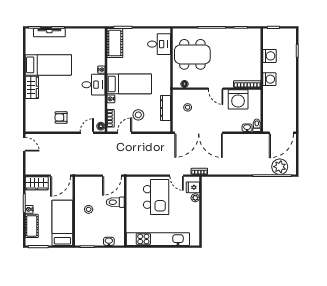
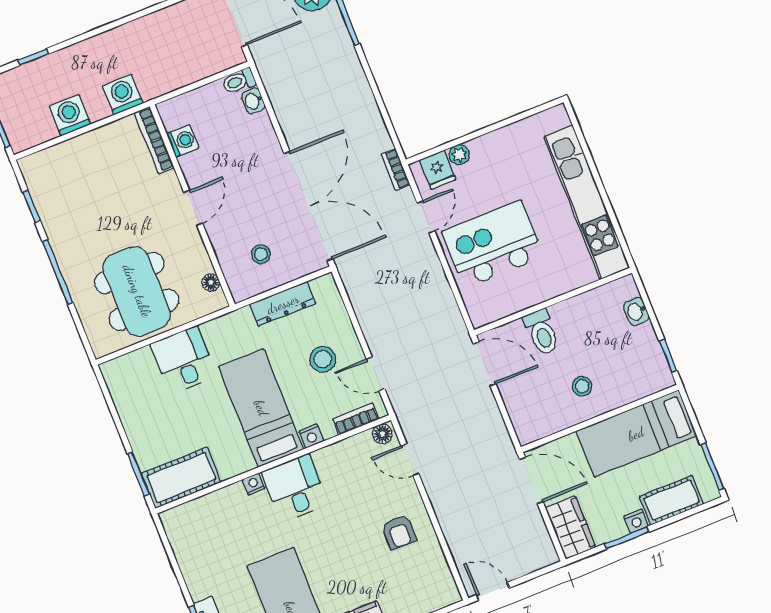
desk: (159, 44) -> (184, 360), moved
washing machine: (238, 99) -> (183, 141), width x0.53, depth x0.53
door: (24, 144) -> (493, 591), hinge flipped

